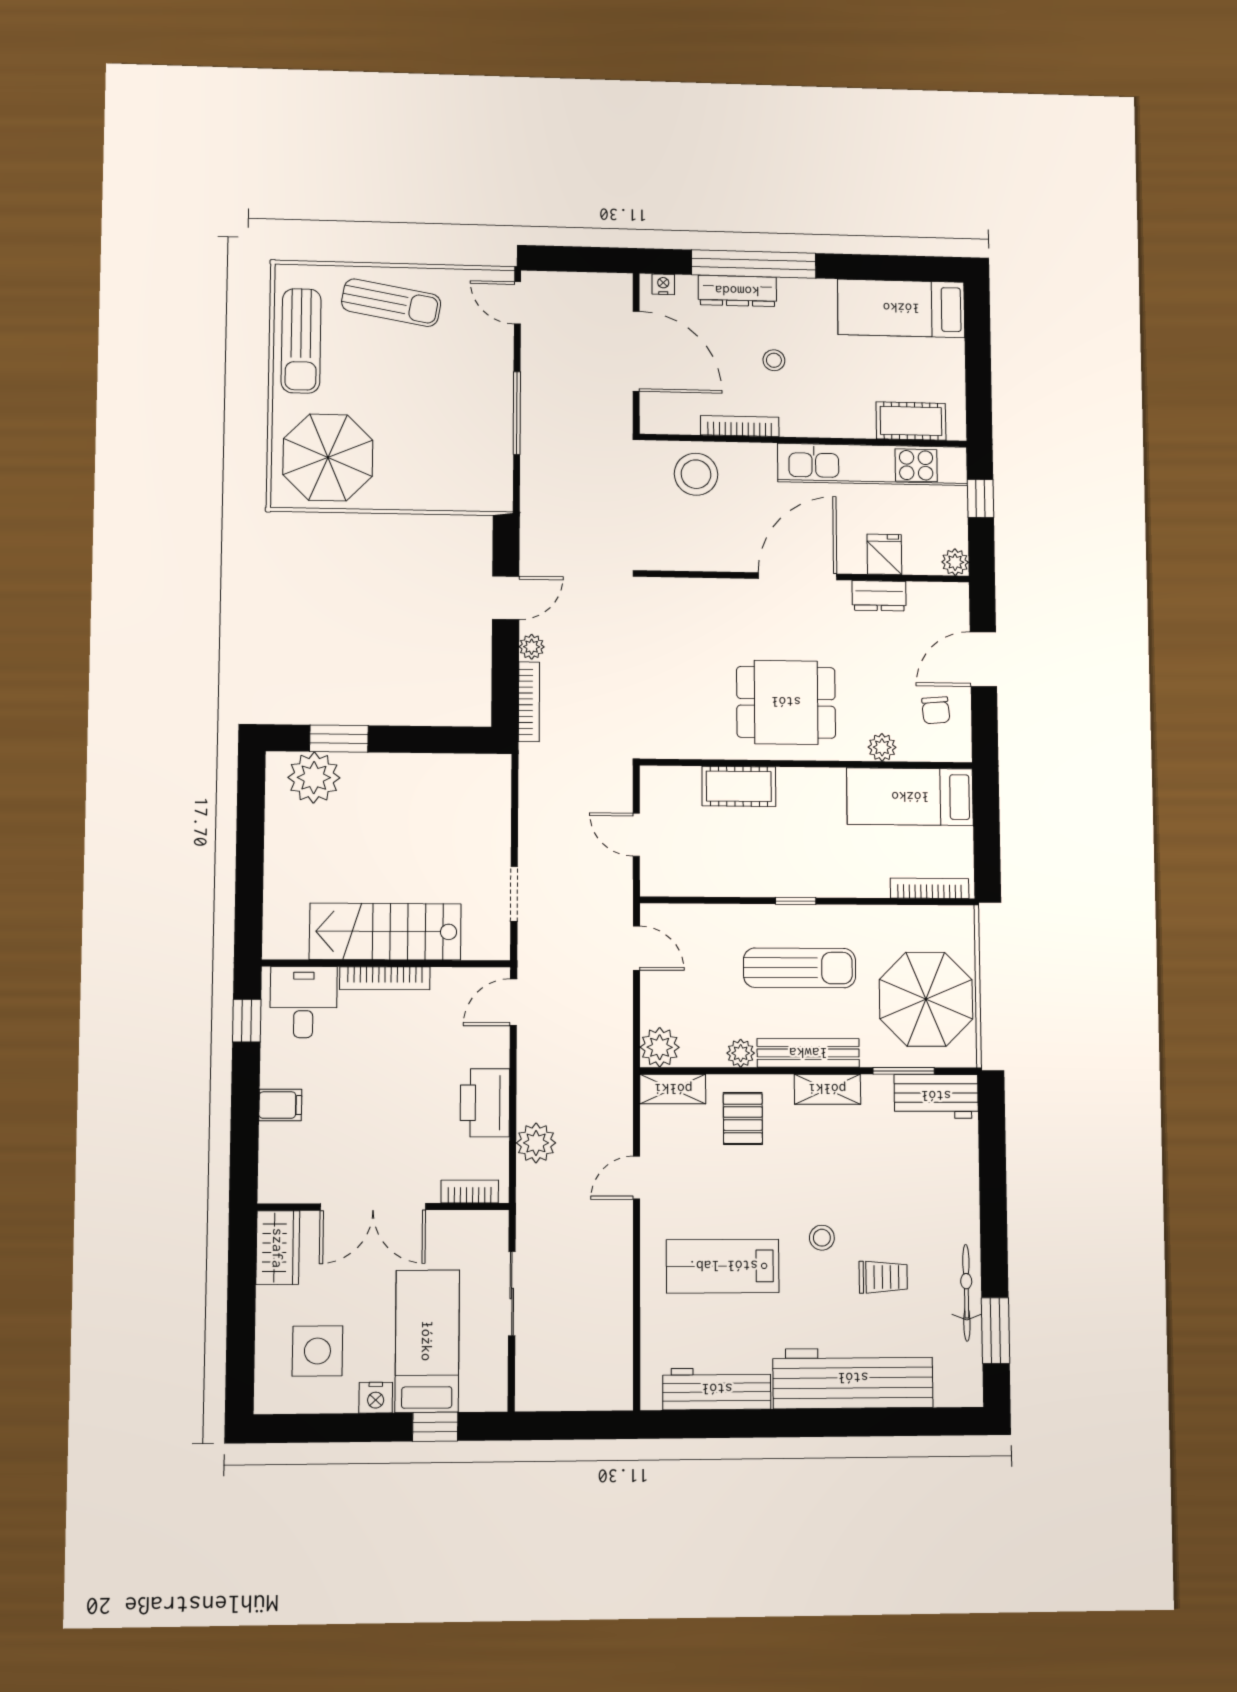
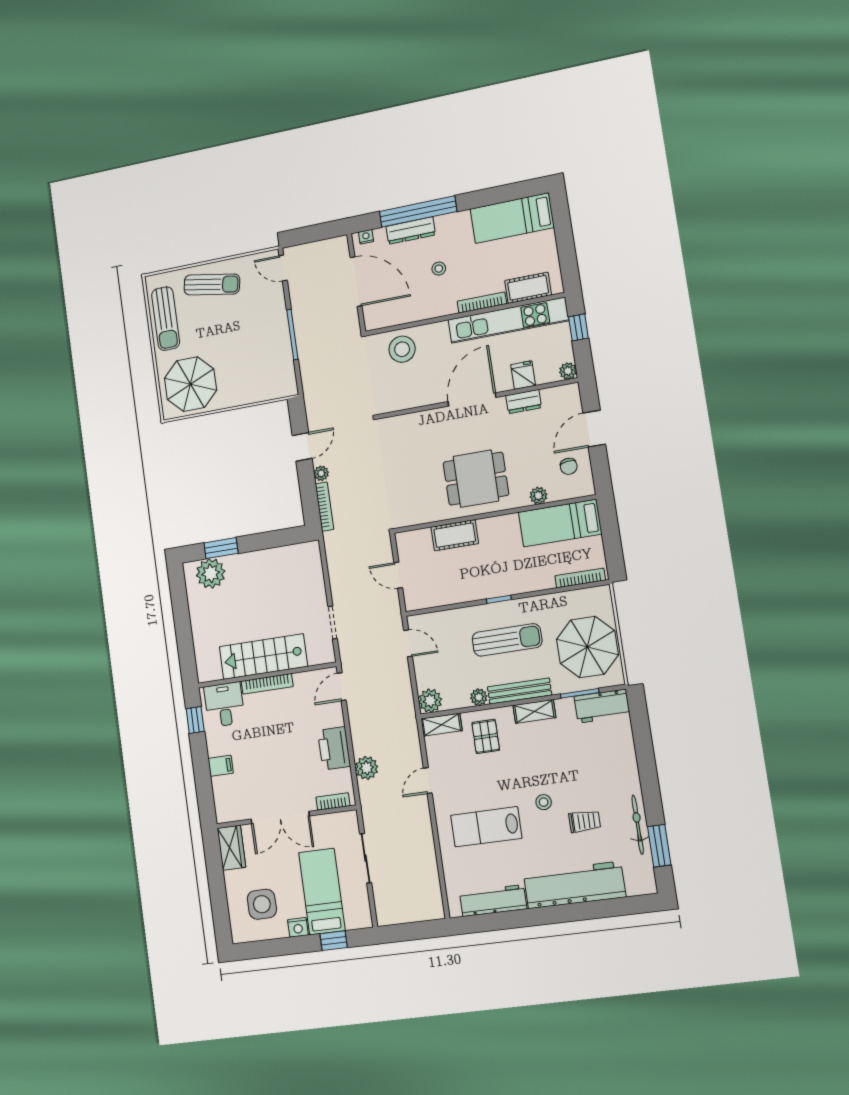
bookcase: (740, 426) -> (482, 303), moved

